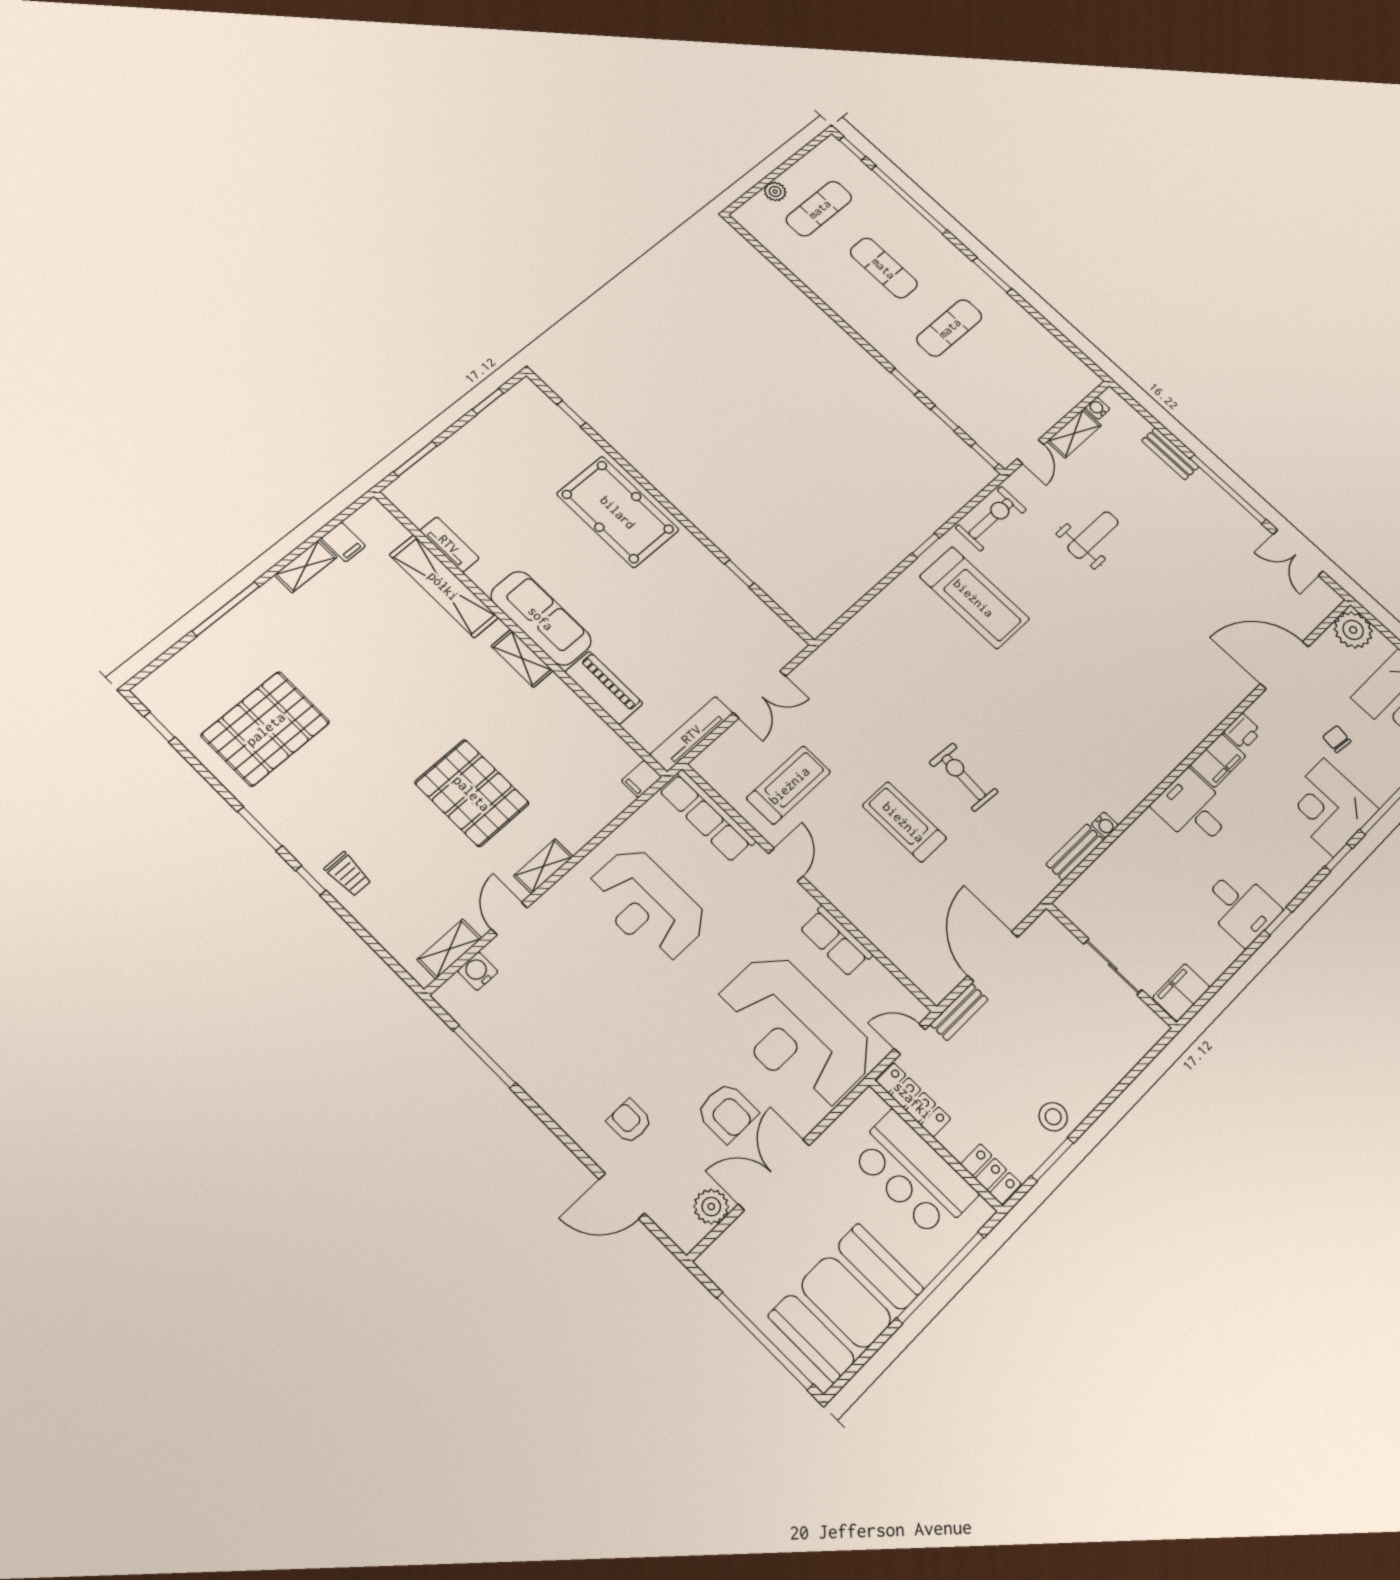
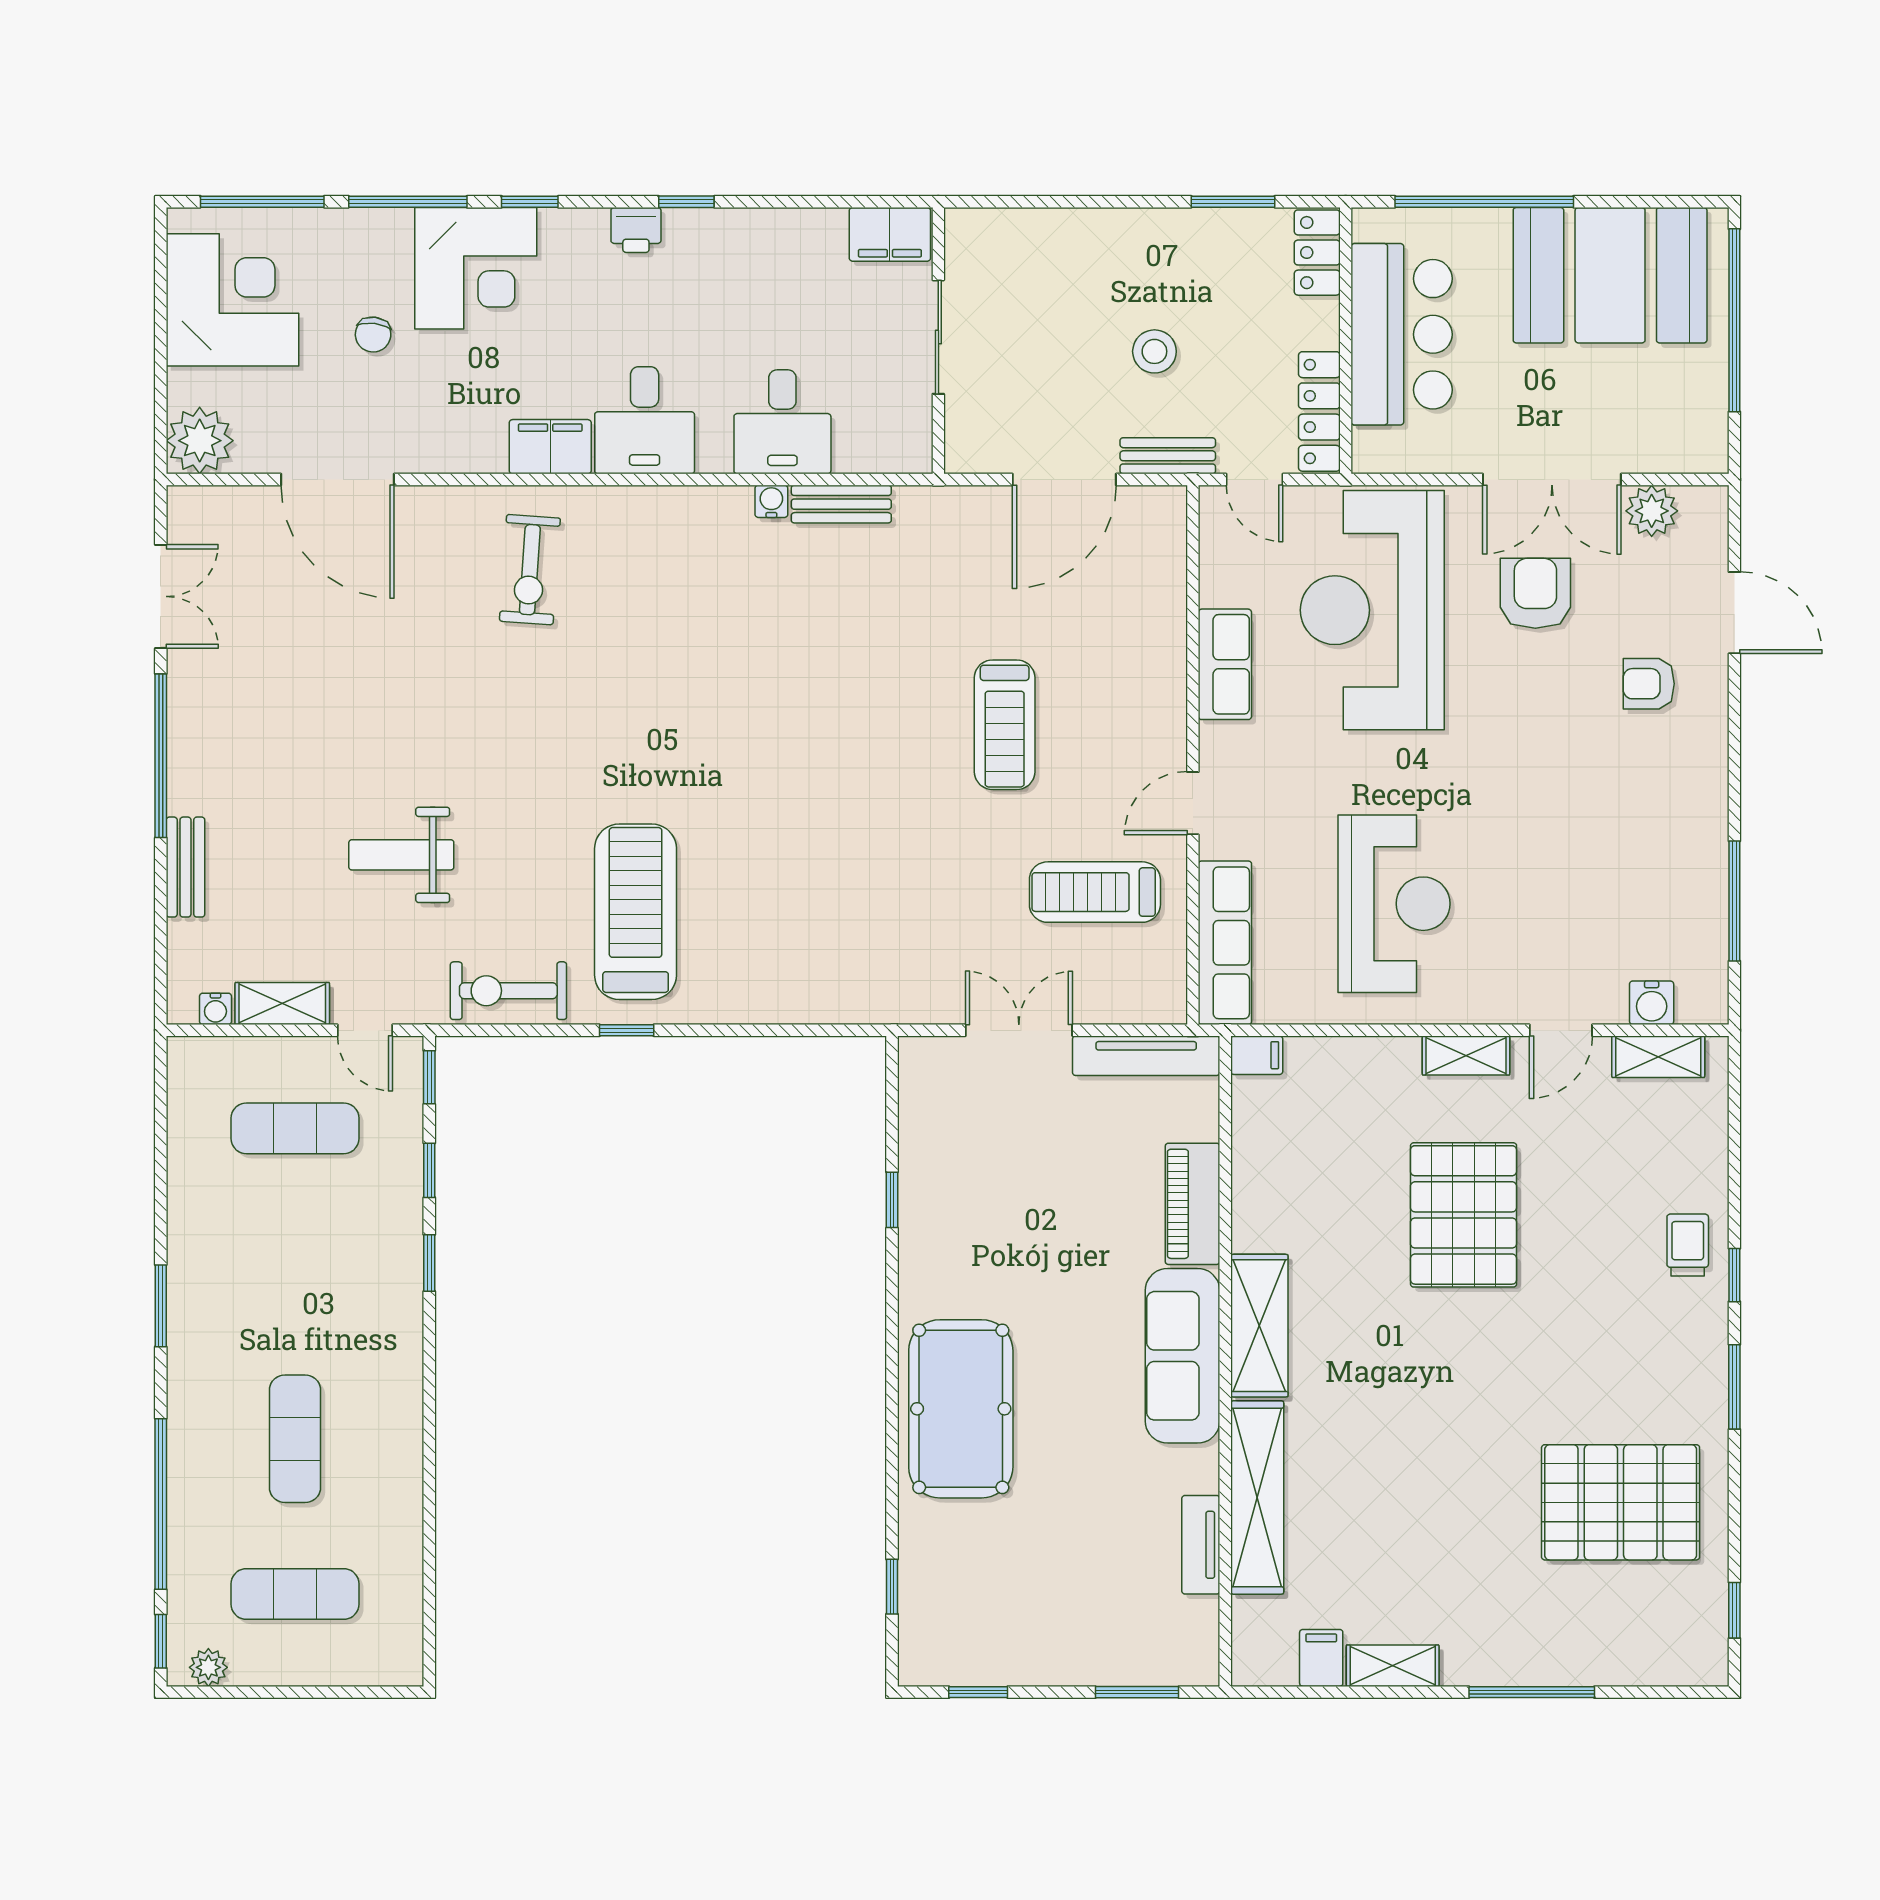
plant: (775, 191) -> (208, 1667), moved
exercise mat: (949, 328) -> (295, 1128), moved
door: (1030, 452) -> (365, 1030), swing flipped
shelving: (522, 658) -> (1259, 1326), width x1.50, depth x1.33
printer: (1243, 732) -> (636, 230), moved, turned 180
exercise bike: (964, 777) -> (530, 570), moved
desk: (1241, 907) -> (782, 422), moved, turned 180
reception desk: (795, 1031) -> (1372, 610), turned 180
stool: (1053, 1117) -> (1154, 351), moved
armchair: (630, 1121) -> (1649, 684), turned 90

